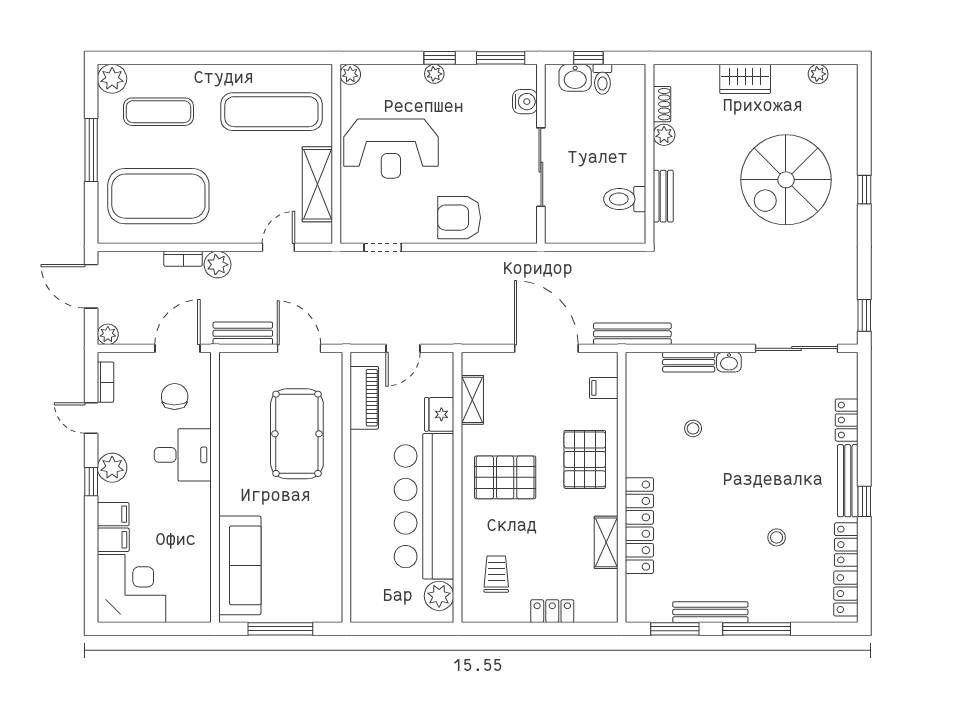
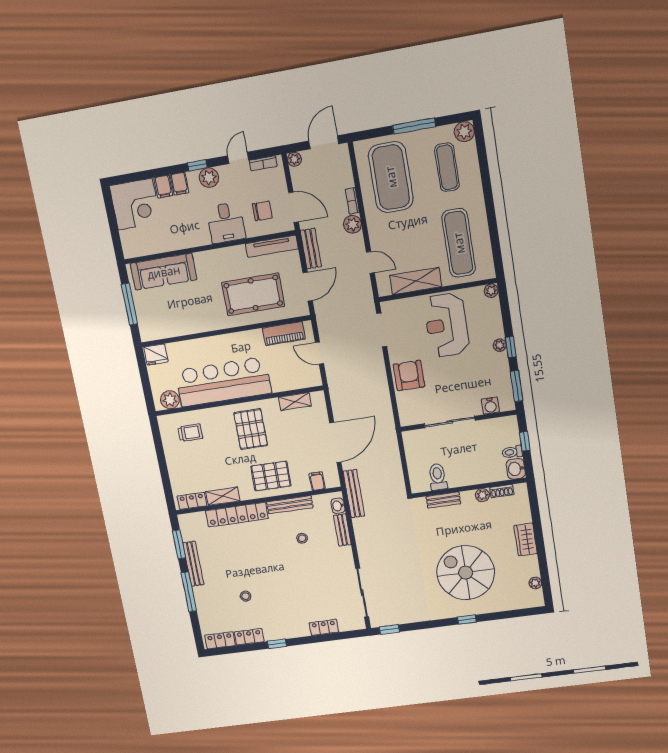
washbasin: (575, 78) -> (516, 469), moved
doorway: (383, 247) -> (382, 330), width x1.38
washbasin: (729, 362) -> (338, 506), moved
tv unit: (229, 392) -> (272, 246), added
fridge: (439, 414) -> (156, 354), moved, turned 180
bench: (848, 481) -> (290, 505), moved
locker: (552, 611) -> (192, 501), moved, turned -90

